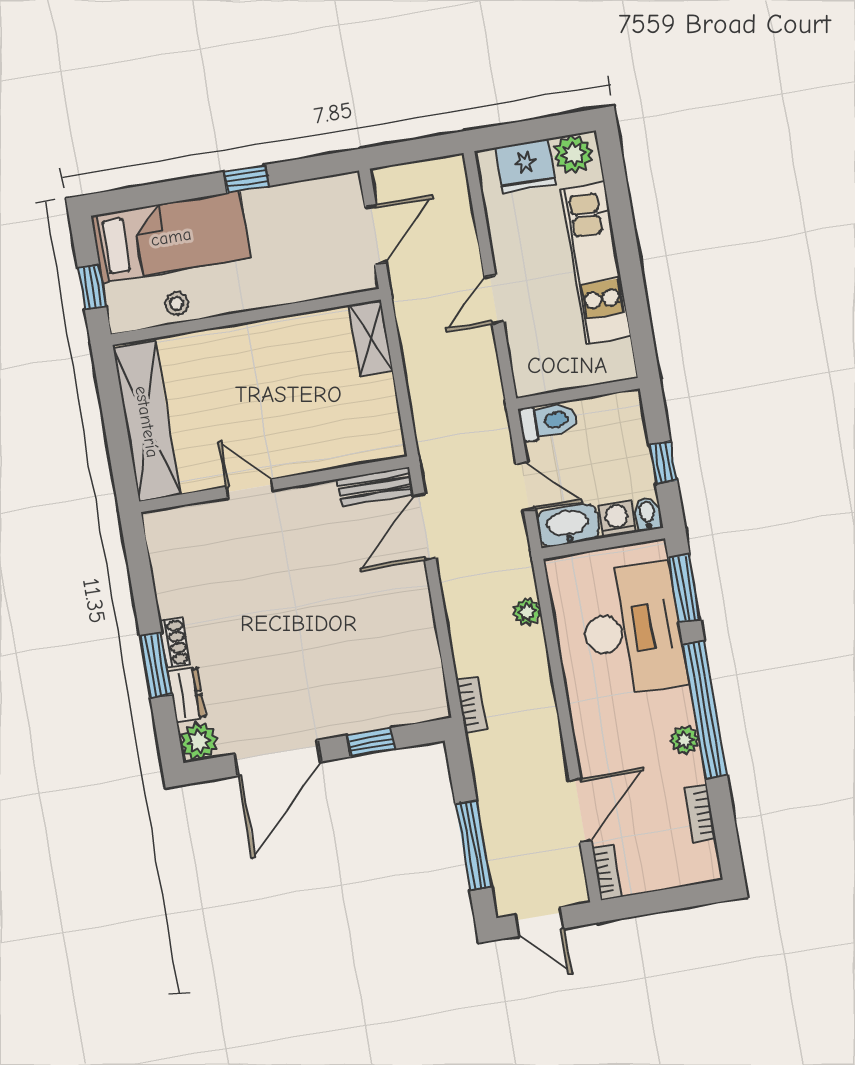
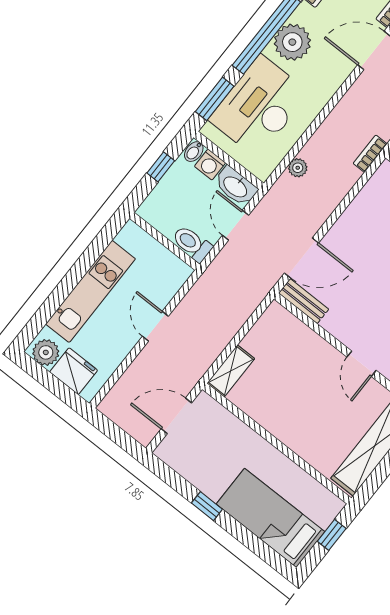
door: (494, 300) -> (155, 326), swing flipped
stool: (177, 303) -> (301, 485), removed
plant: (685, 740) -> (292, 42), width x1.87, depth x1.87

